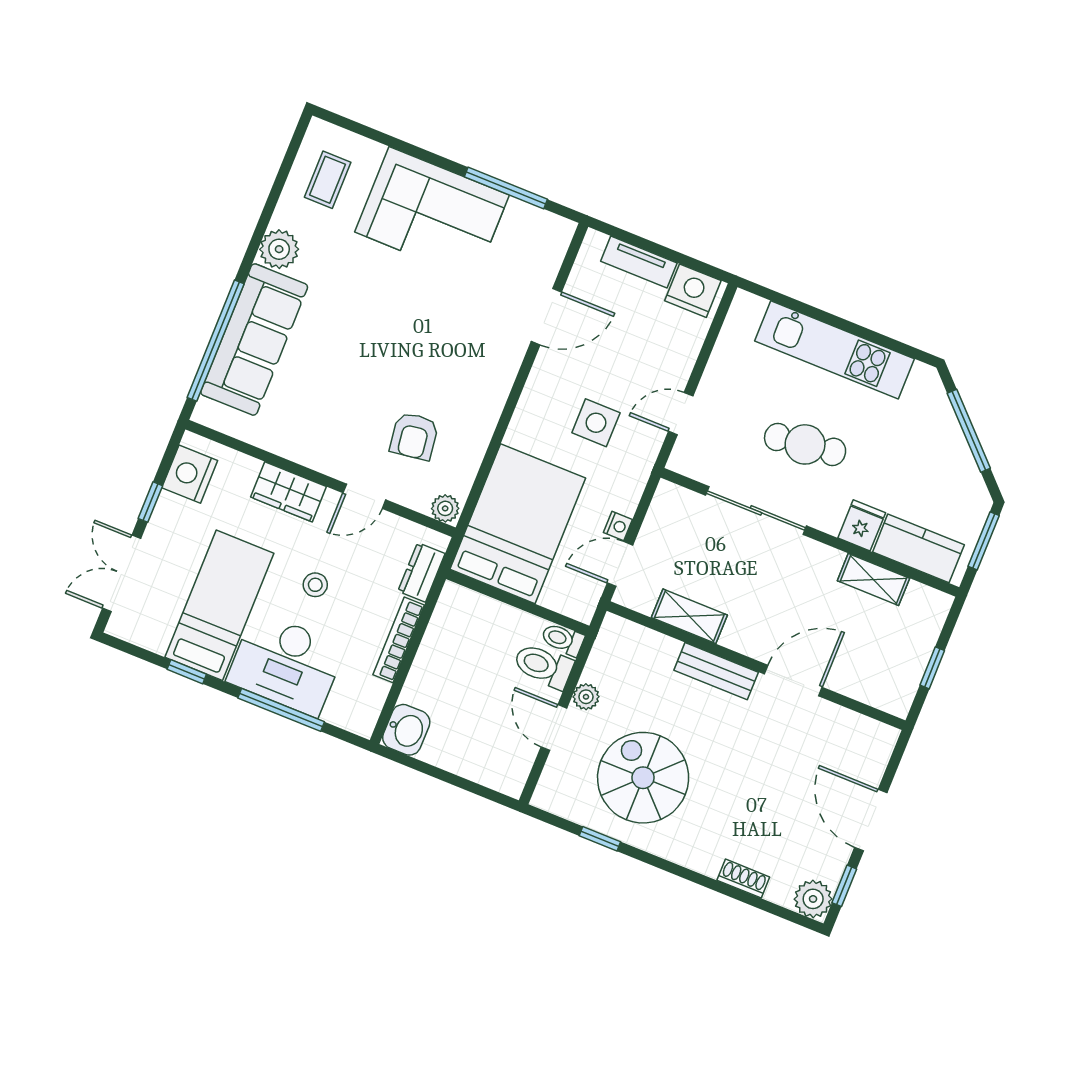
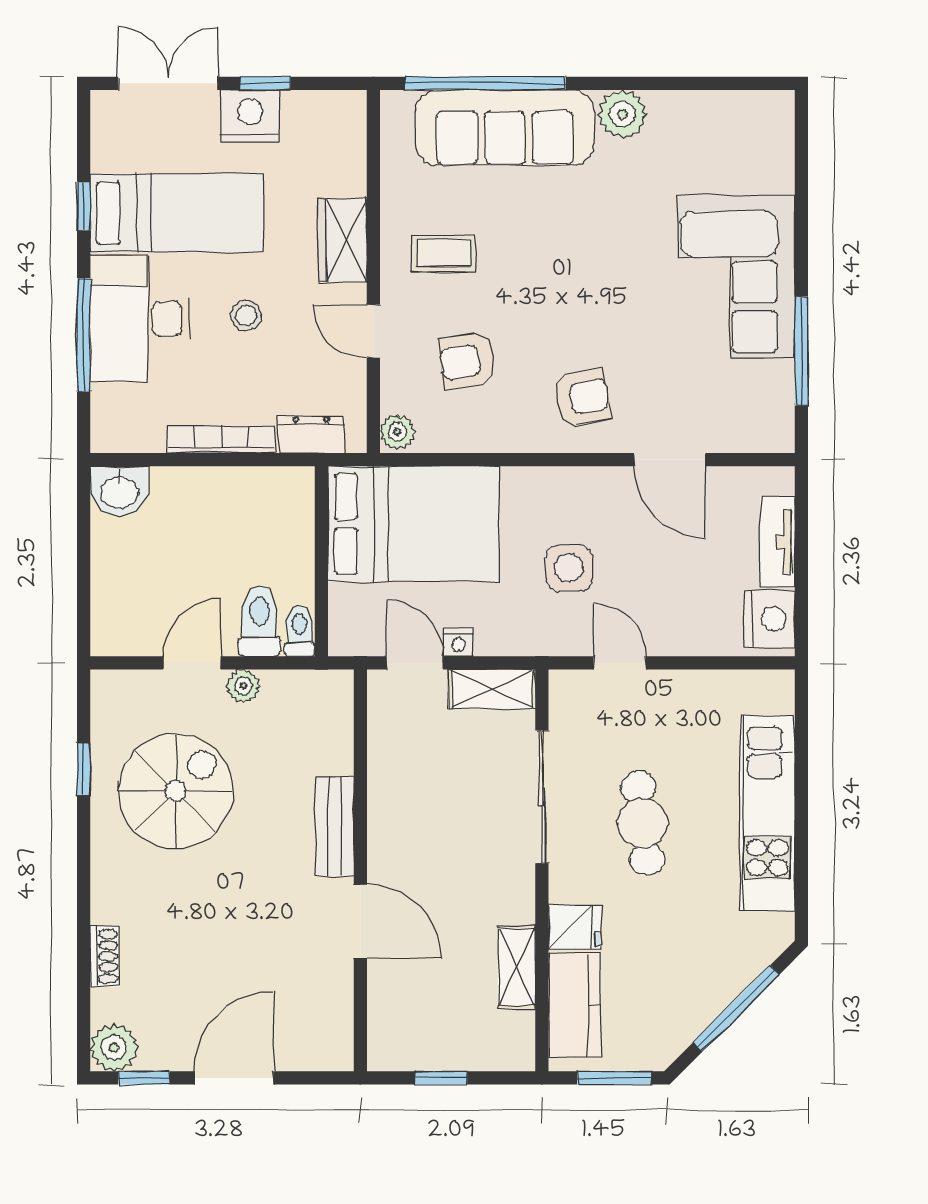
coffee table: (328, 180) -> (444, 253), moved
armchair: (475, 363) -> (582, 398), added
nightstand: (190, 474) -> (250, 116), moved
shelving: (689, 616) -> (492, 689), moved, turned 90

